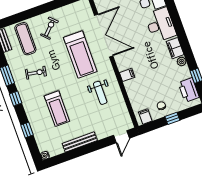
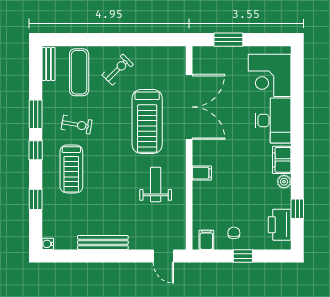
weight bench: (100, 93) -> (156, 185), turned 180
treadmill: (57, 109) -> (71, 169), moved
door: (121, 137) -> (163, 256), hinge flipped

